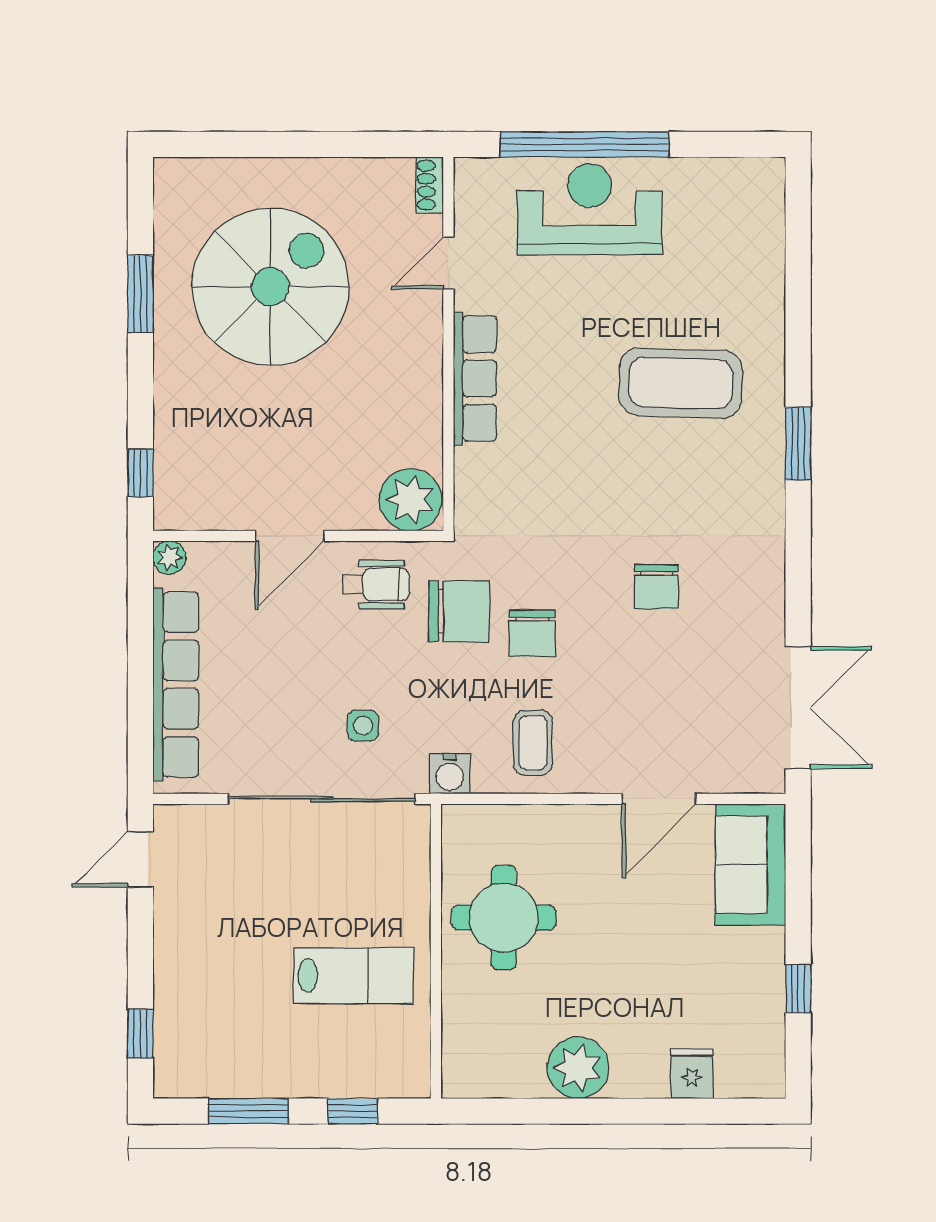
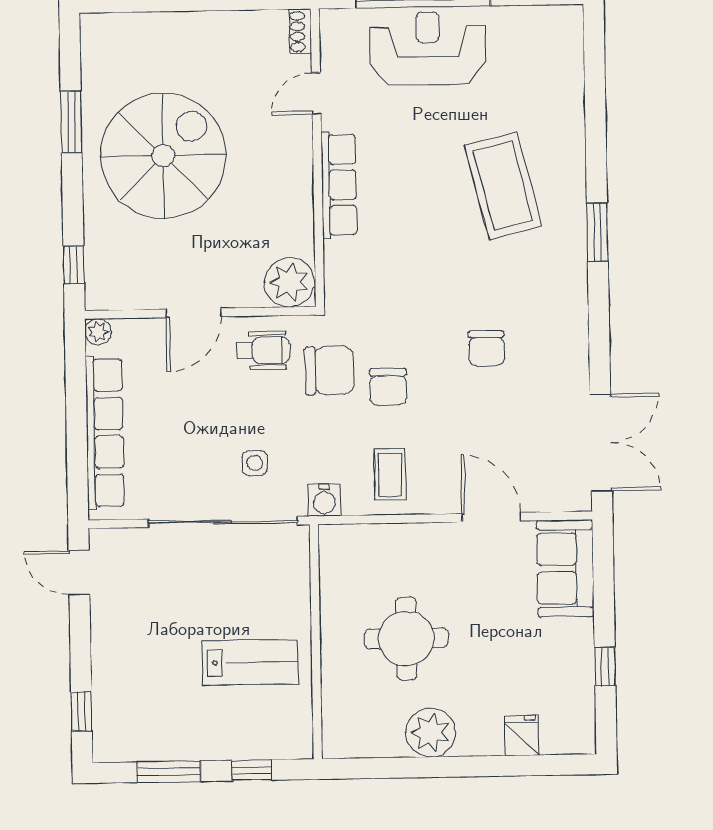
spiral stairs: (270, 287) -> (163, 156), moved
coffee table: (681, 383) -> (503, 186), turned 74
door: (659, 799) -> (491, 517), swing flipped
door: (140, 859) -> (79, 573), hinge flipped
round table: (504, 918) -> (406, 638), moved

